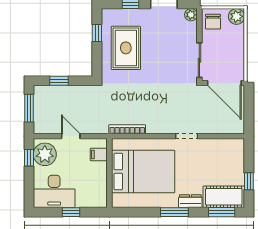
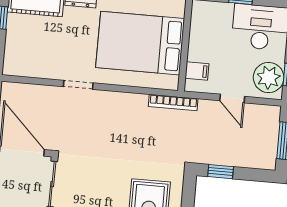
window: (59, 81) -> (221, 172), moved
bookcase: (127, 129) -> (173, 102), moved

